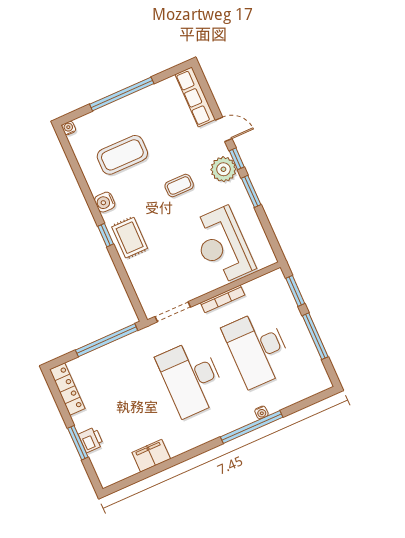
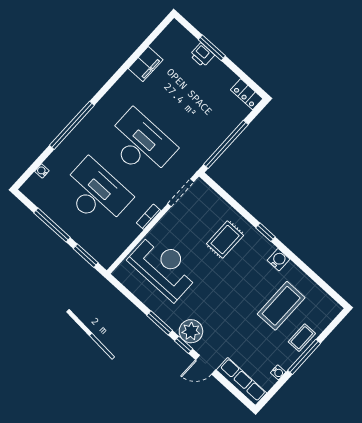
window: (122, 94) -> (304, 357), width x0.68
water cooler: (69, 128) -> (278, 372), moved
coffee table: (179, 186) -> (302, 338), moved
rug: (130, 238) -> (225, 240), moved, turned 90
bookcase: (223, 299) -> (149, 217), width x0.64
locker: (67, 389) -> (247, 94), width x0.66
water cooler: (261, 412) -> (42, 171), moved

